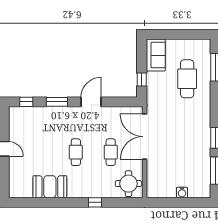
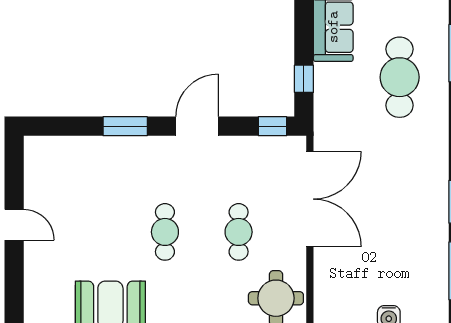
window: (26, 102) -> (273, 126), moved
double door: (145, 137) -> (310, 199), swing flipped

